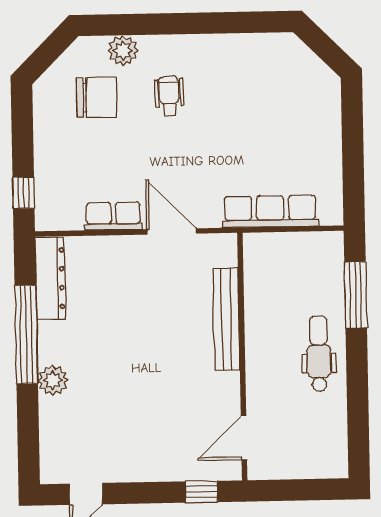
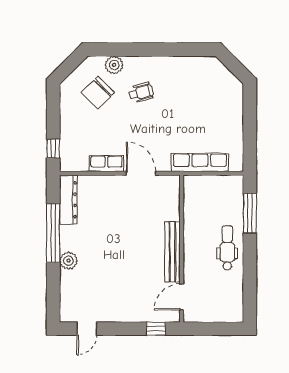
wheelchair: (169, 96) -> (141, 93), turned 77
chair: (97, 97) -> (98, 93), turned 135
bench: (226, 319) -> (173, 252), moved

